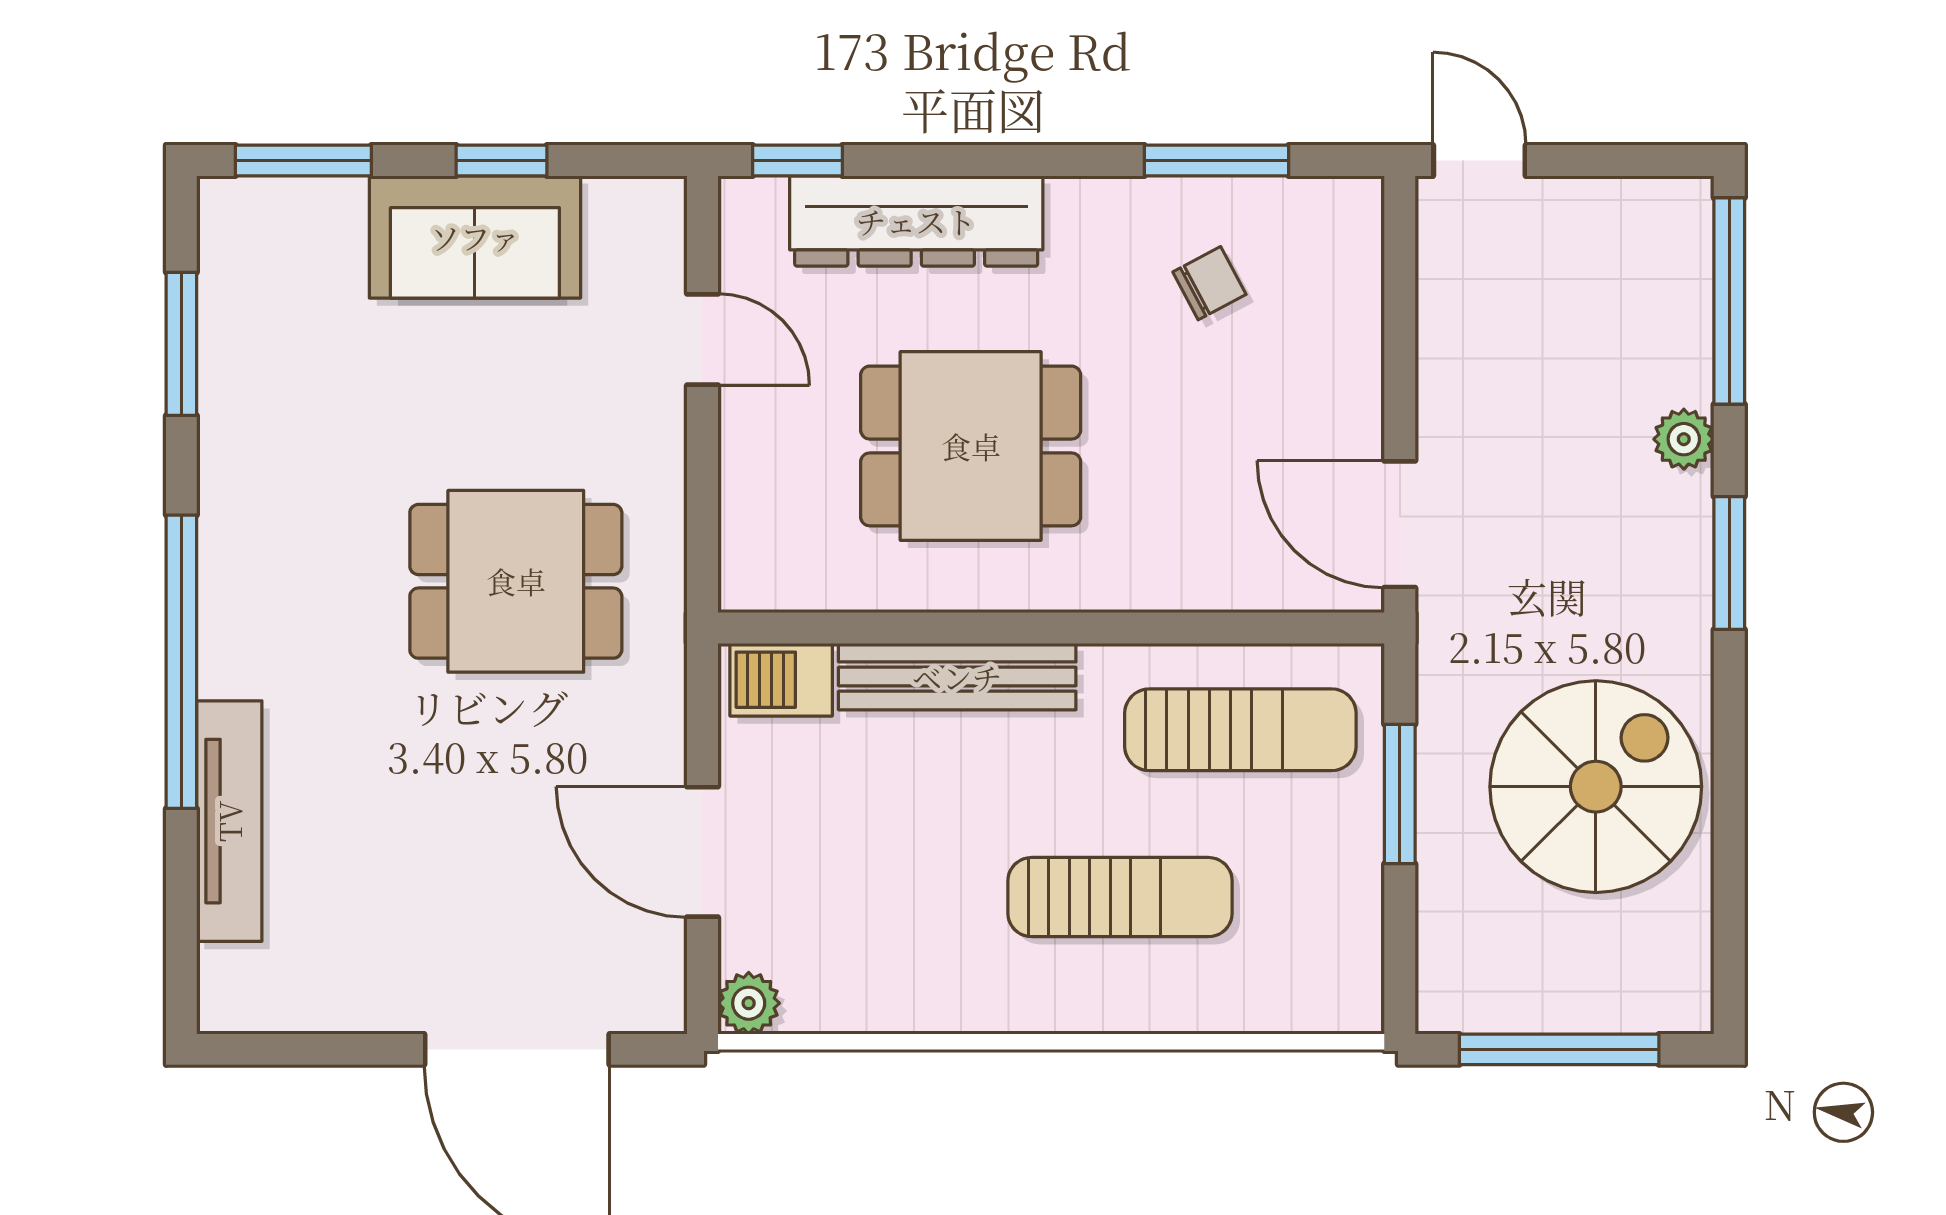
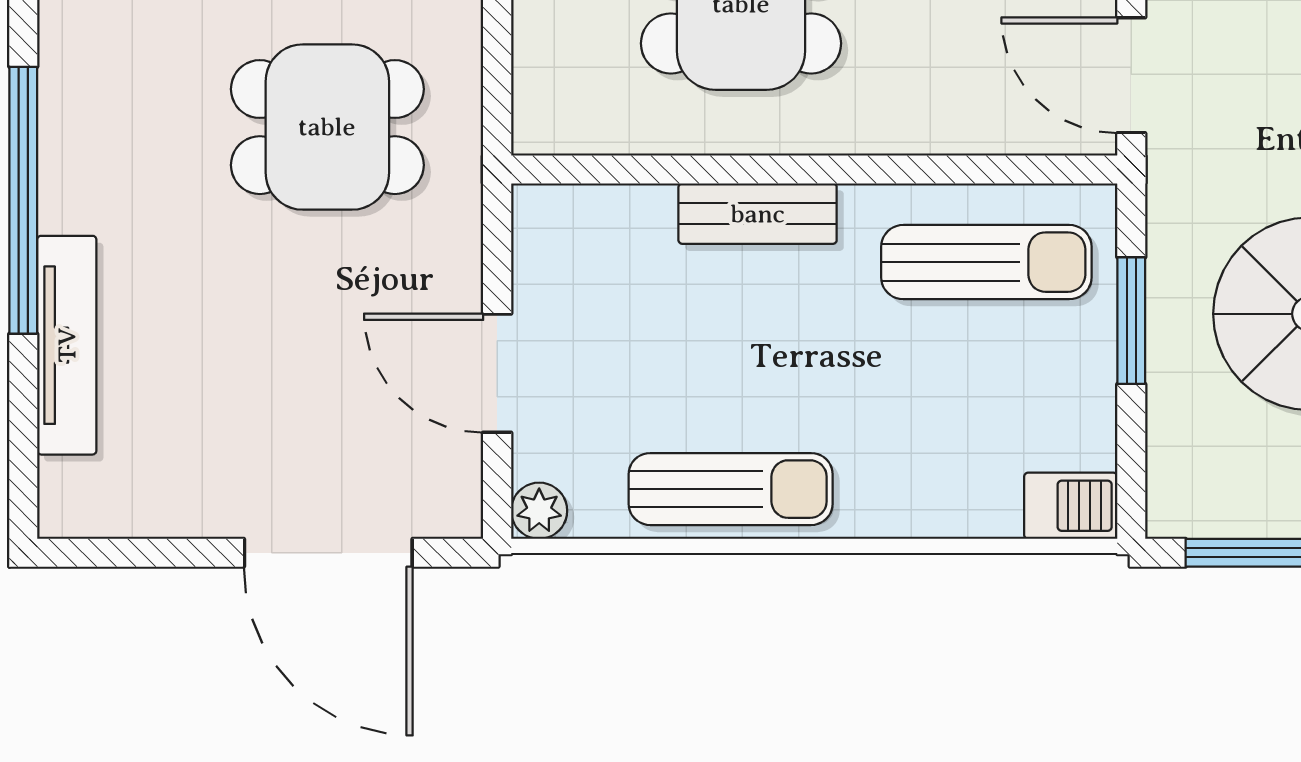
bench: (957, 677) -> (758, 214), width x0.73
barbecue: (781, 680) -> (1071, 506), moved, turned 180
sun lounger: (1120, 897) -> (731, 489), moved

